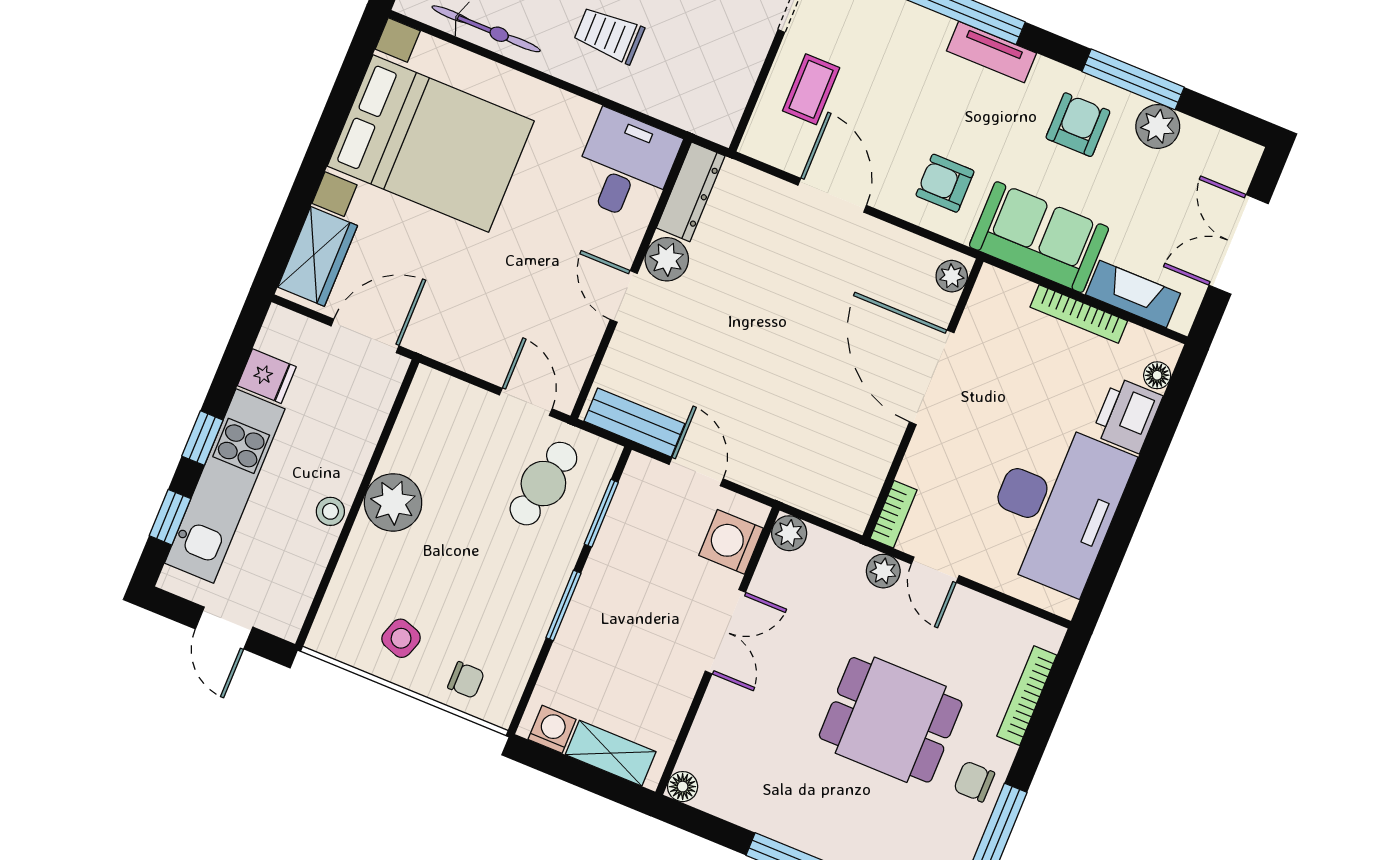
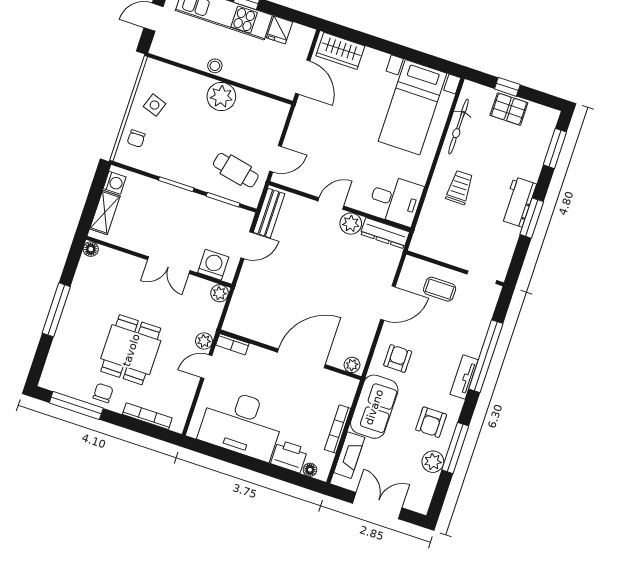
armchair: (1078, 125) -> (431, 422), turned 90
bed with nightstands: (431, 144) -> (412, 107), width x0.73

